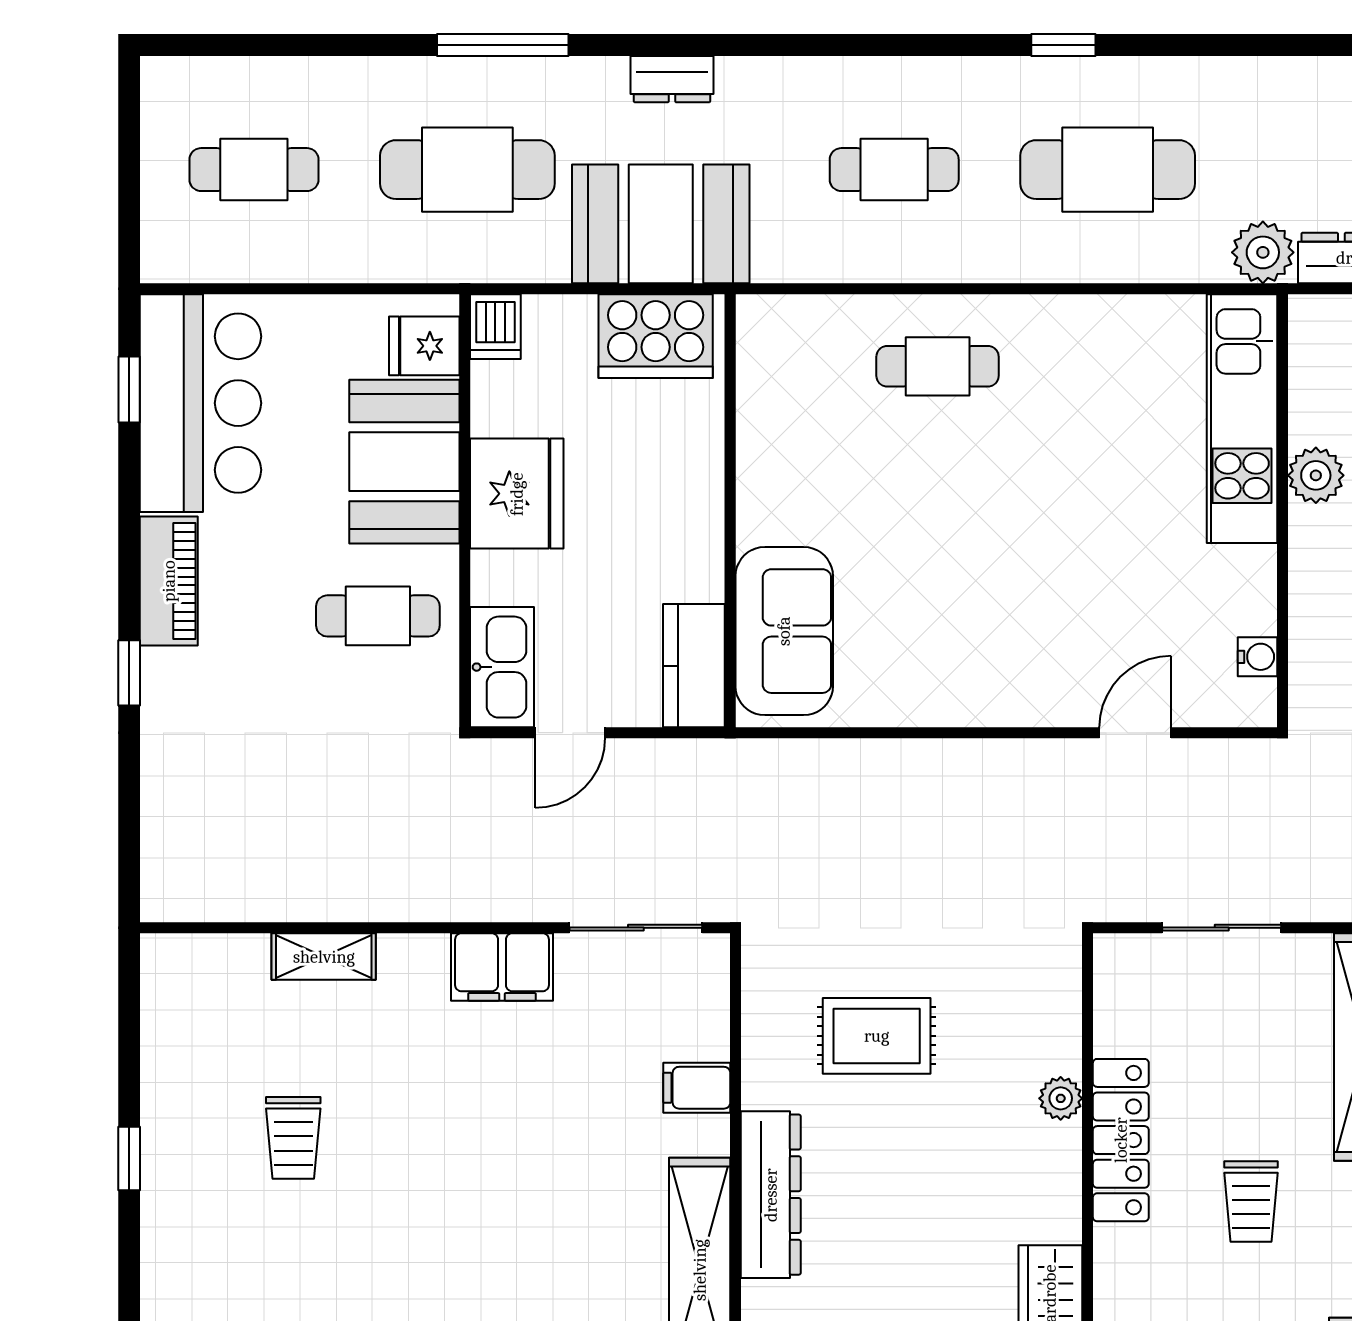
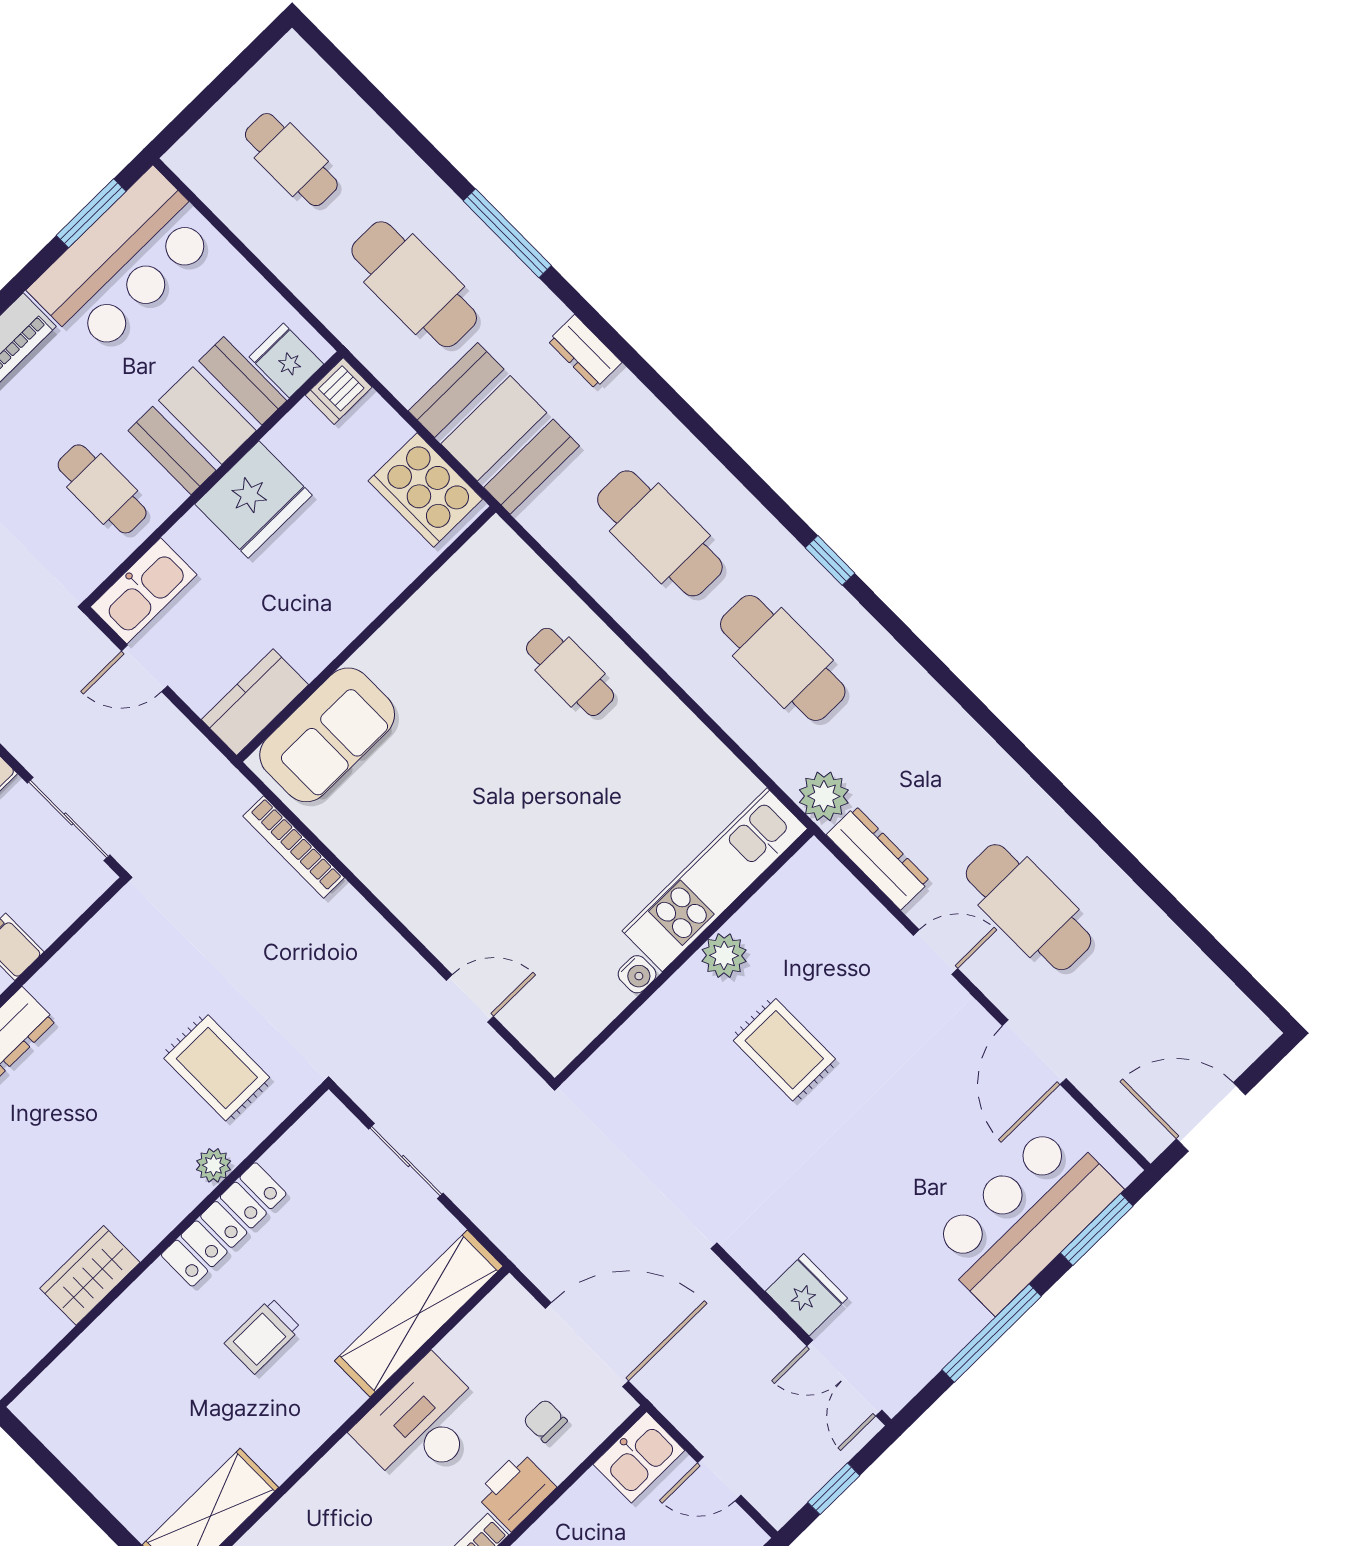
cafe table: (894, 170) -> (660, 533), width x1.37, depth x1.35
window: (129, 389) -> (91, 213), width x1.50
water cooler: (1257, 657) -> (637, 974), moved
bookcase: (853, 756) -> (294, 847), added
rug: (877, 1036) -> (217, 1068), moved

